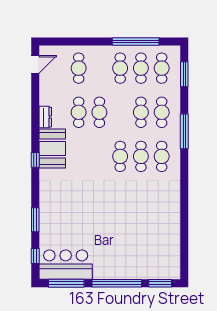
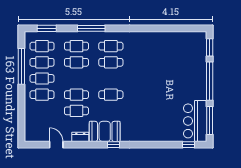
door: (35, 64) -> (56, 145), moved
cafe table: (79, 68) -> (42, 95), moved
cafe table: (120, 156) -> (111, 95), moved
window: (35, 220) -> (160, 145), removed

